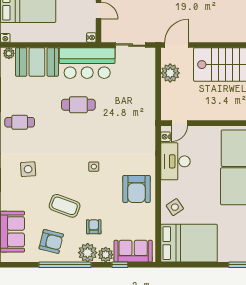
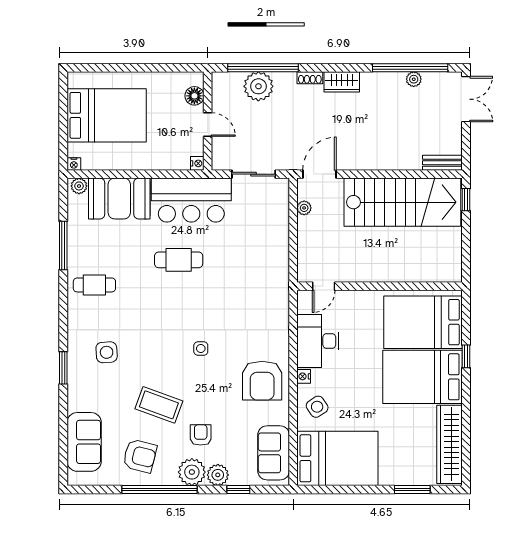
plant: (170, 73) -> (304, 208), width x0.53, depth x0.53
nightstand: (165, 137) -> (304, 376), moved
sofa: (133, 251) -> (274, 453), moved, turned -90

